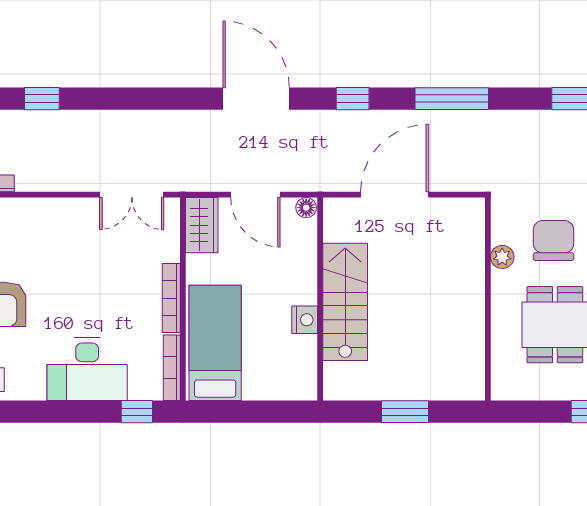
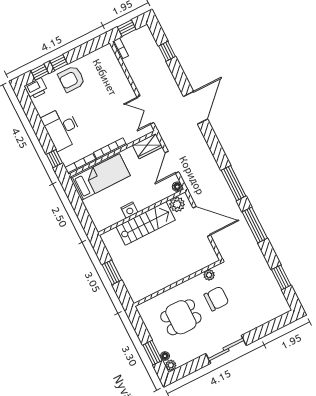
door: (256, 99) -> (195, 108), moved
window: (353, 99) -> (234, 183), width x2.17
plant: (339, 225) -> (177, 204), added
plant: (502, 257) -> (209, 275), moved

